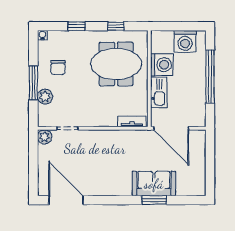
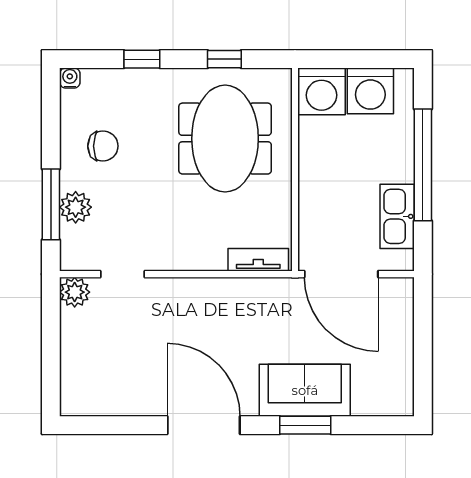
meeting table: (116, 64) -> (225, 139), turned 90
washing machine: (162, 65) -> (321, 91), moved, turned 90
chair: (58, 68) -> (103, 146), turned -90
window: (33, 83) -> (51, 204), moved
kitchen sink: (159, 92) -> (397, 216), moved, turned 180
door: (66, 200) -> (204, 425), moved

